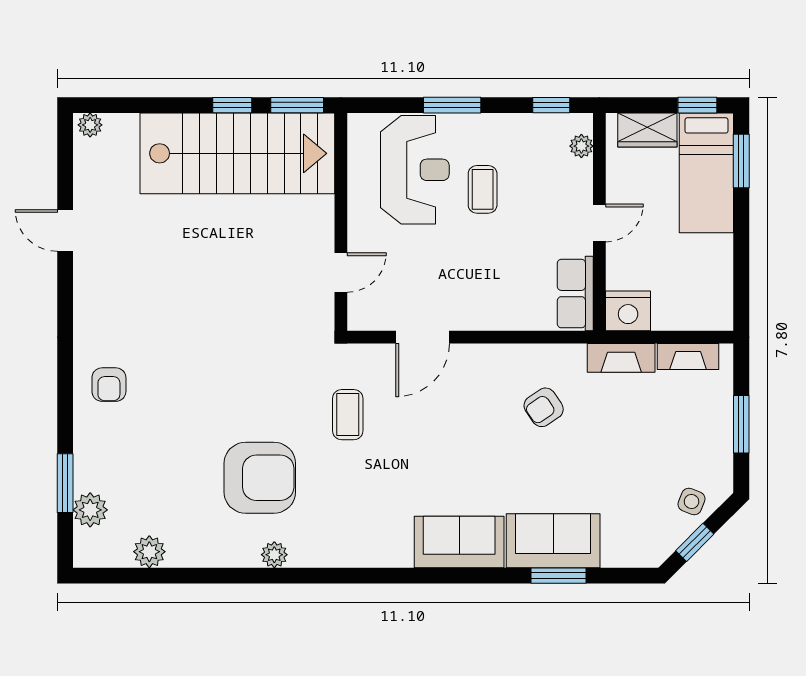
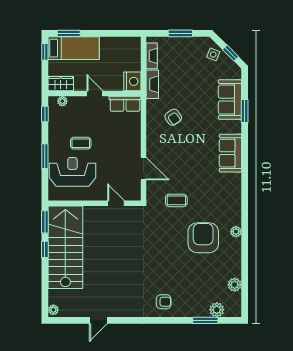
wardrobe: (647, 130) -> (61, 84), moved, turned -90
sofa: (553, 541) -> (230, 100), moved

